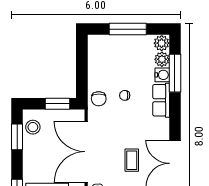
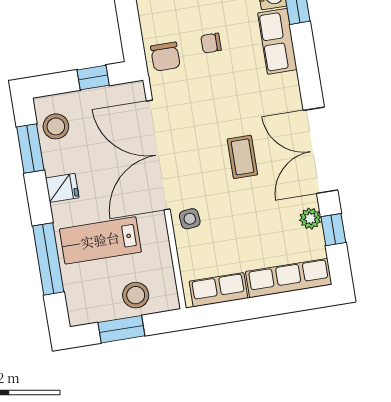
window: (57, 104) -> (93, 78), width x0.67
fridge: (31, 161) -> (62, 188), added

